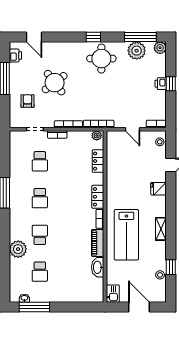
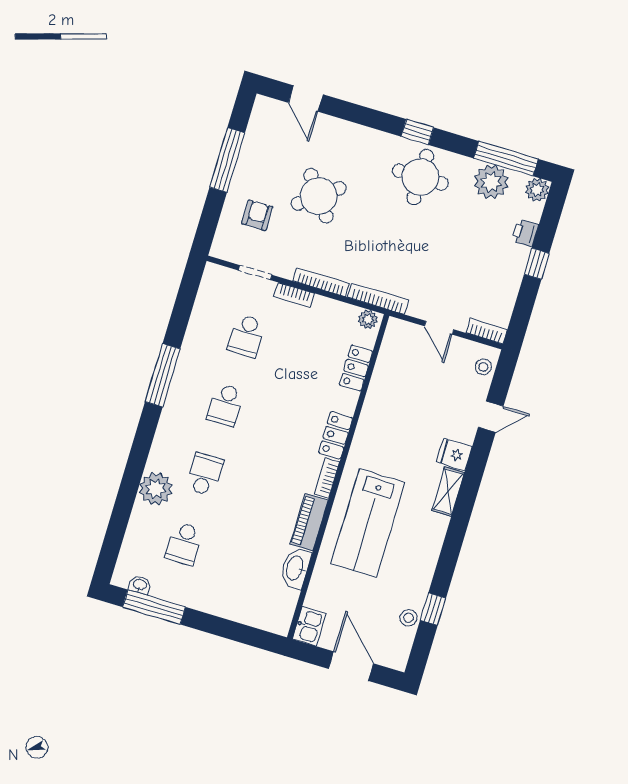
printer: (15, 55) -> (260, 123), removed
printer: (161, 84) -> (525, 233), moved
shelving: (161, 229) -> (448, 491), moved

